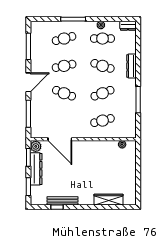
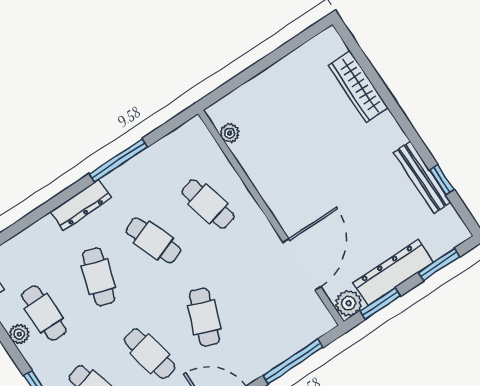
dresser: (132, 66) -> (81, 205), moved

